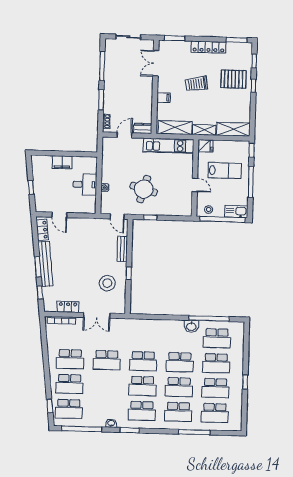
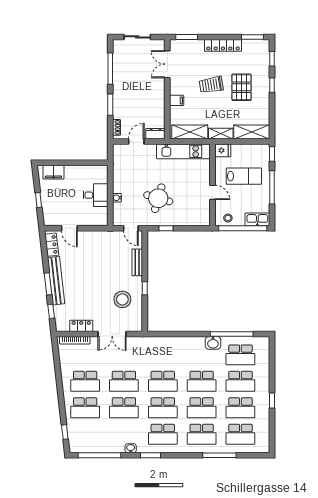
pallet: (233, 79) -> (242, 87), moved, turned 90
filing cabinet: (62, 162) -> (53, 172), moved
school desk: (69, 409) -> (124, 408), moved

